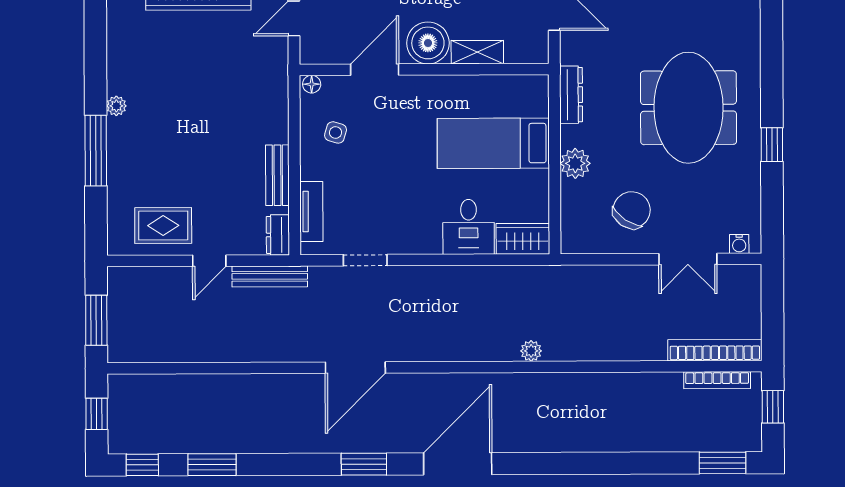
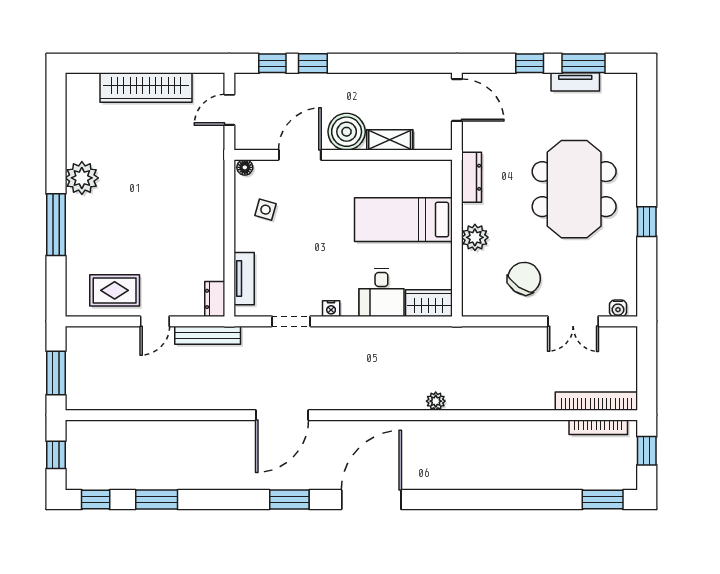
plant: (116, 106) -> (82, 178), width x1.87, depth x1.87
bench: (277, 175) -> (215, 247), removed
nightstand: (411, 245) -> (331, 309), added

